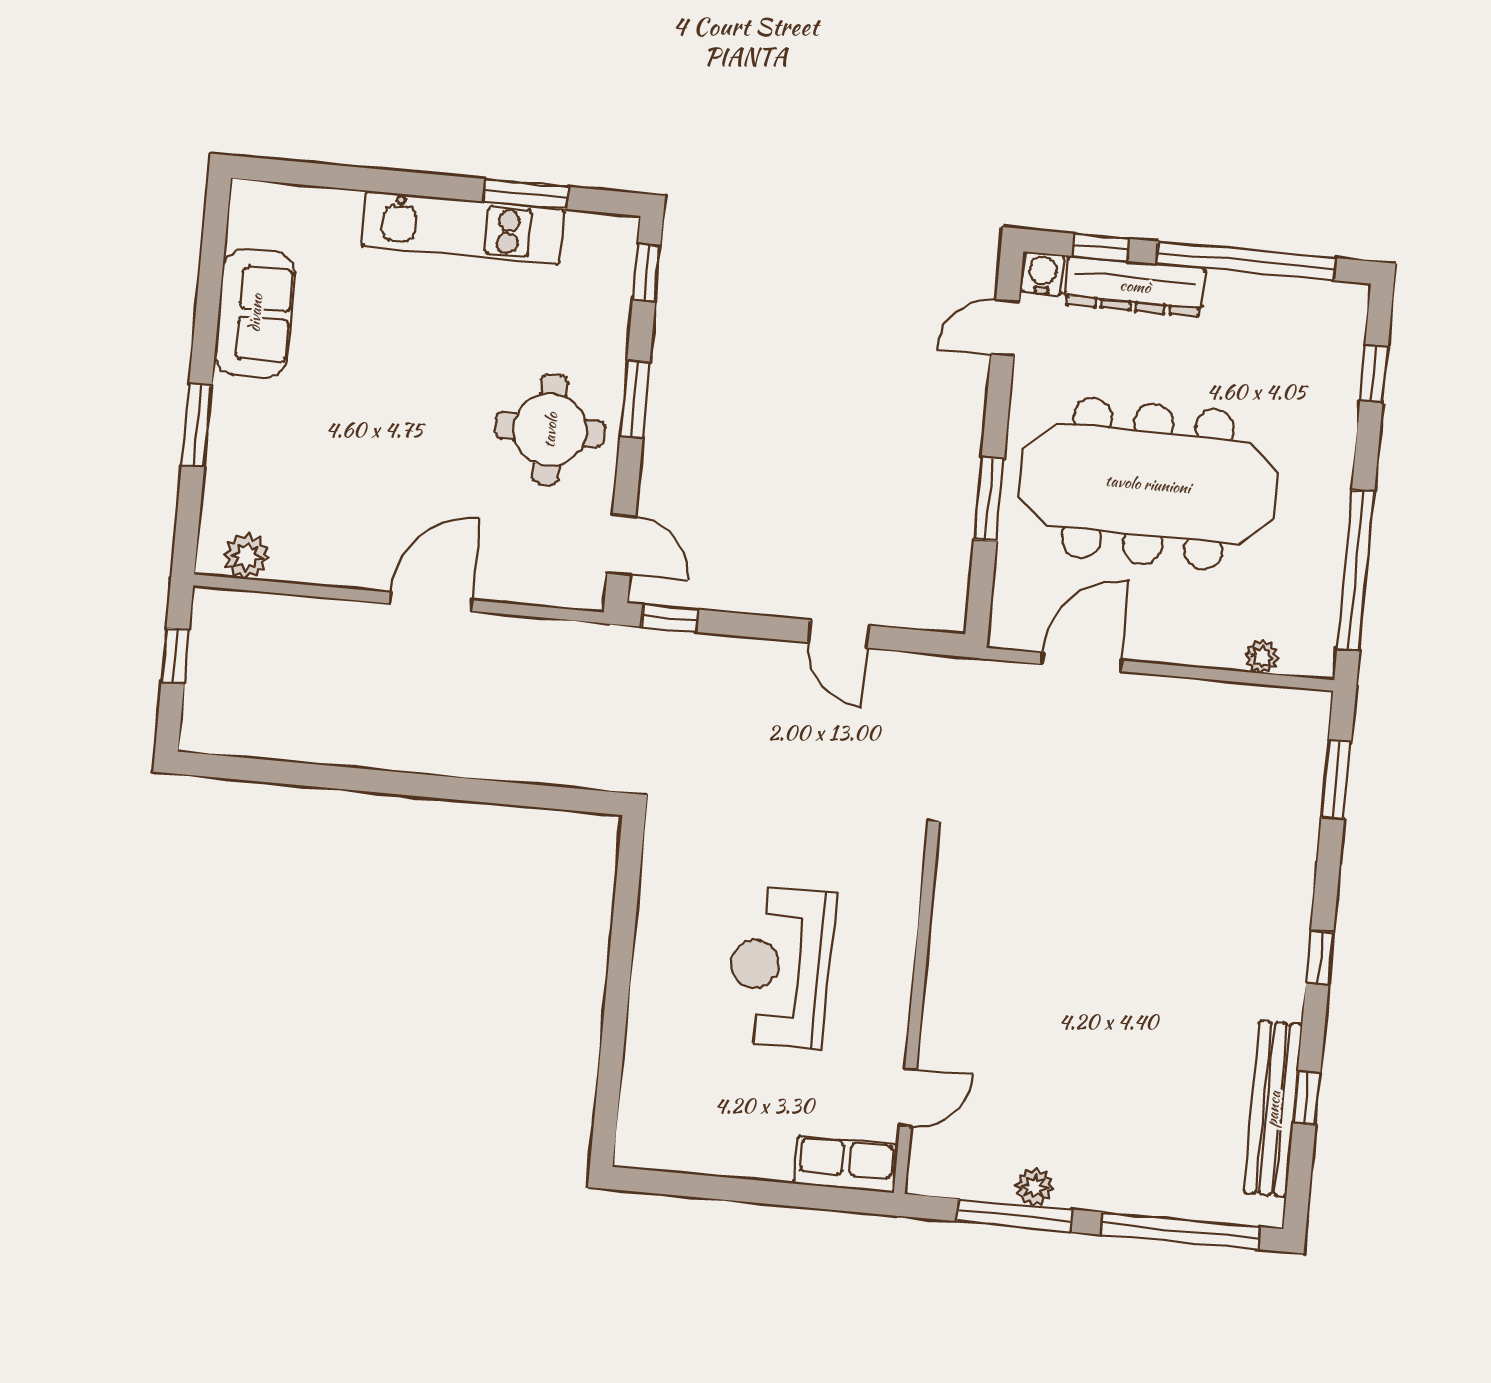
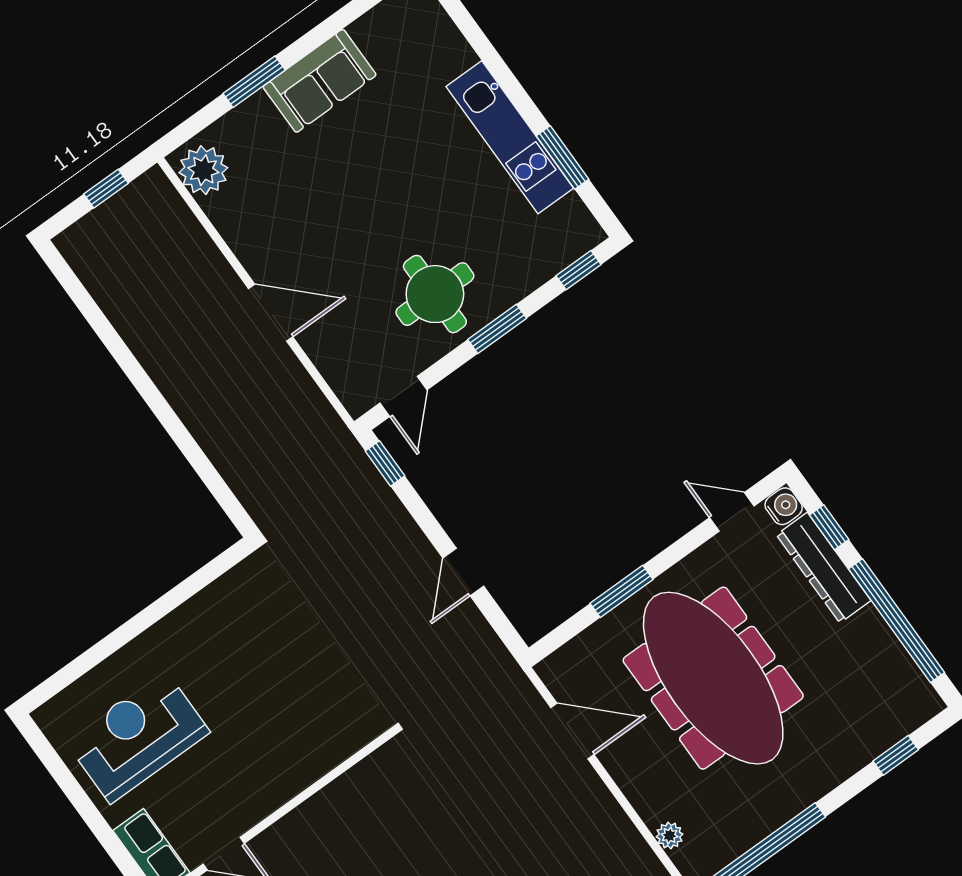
sofa: (255, 313) -> (320, 81), moved
plant: (246, 556) -> (203, 170), width x1.36, depth x1.36
reception desk: (781, 966) -> (138, 737), moved

